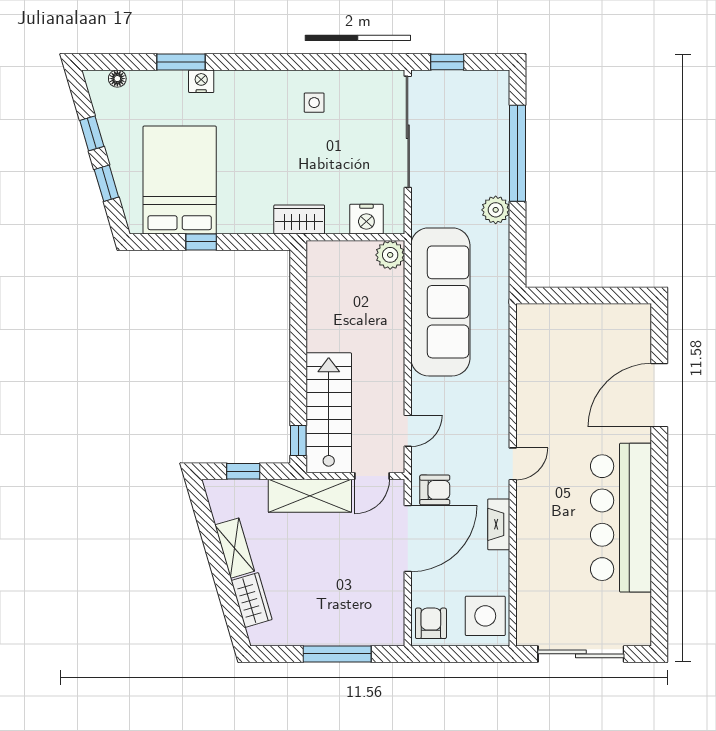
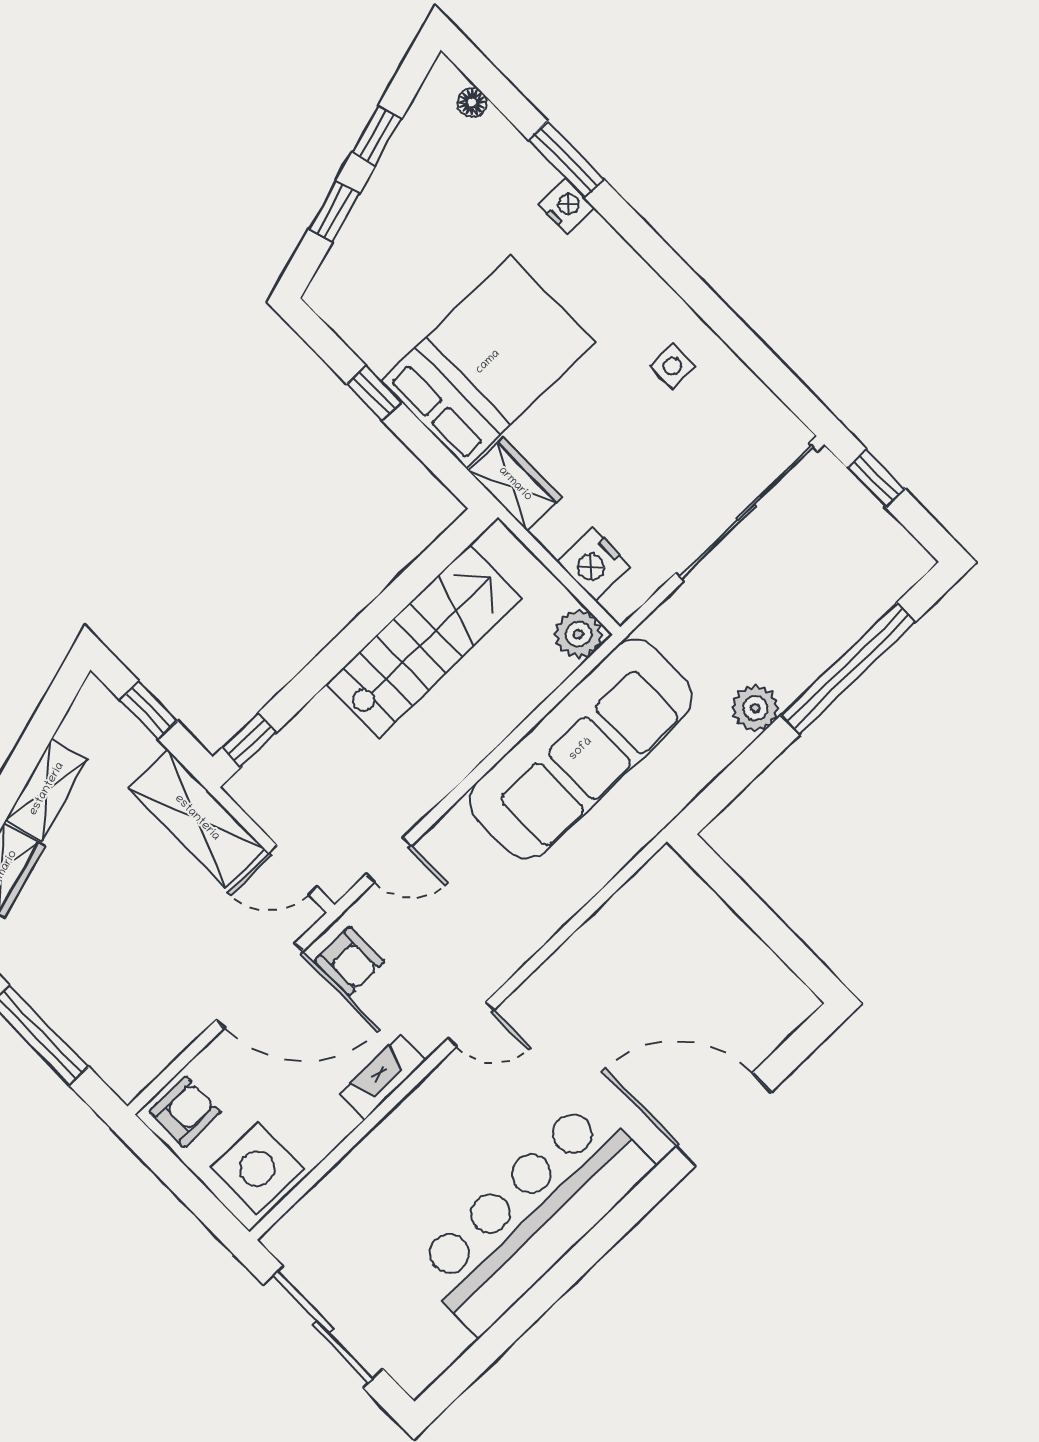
bed: (180, 180) -> (488, 362), moved
stairs: (329, 413) -> (424, 641), moved

